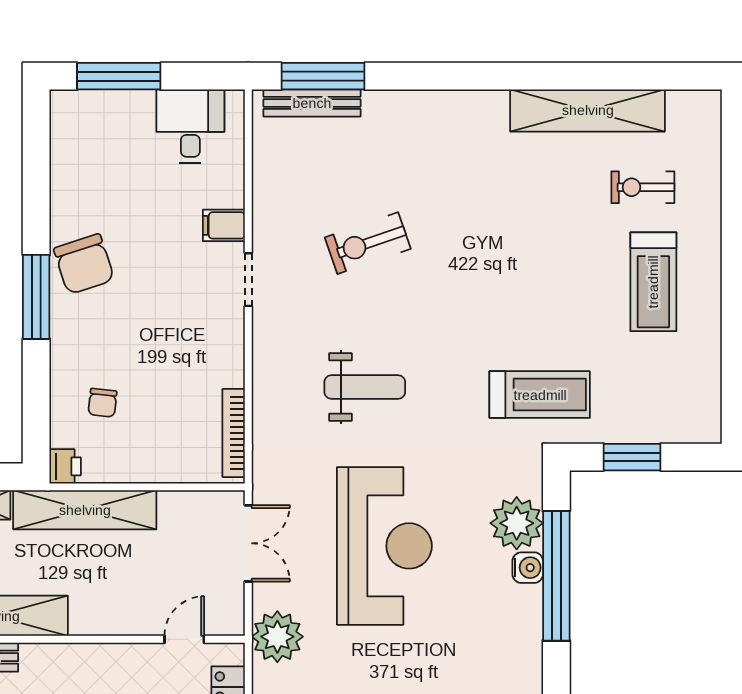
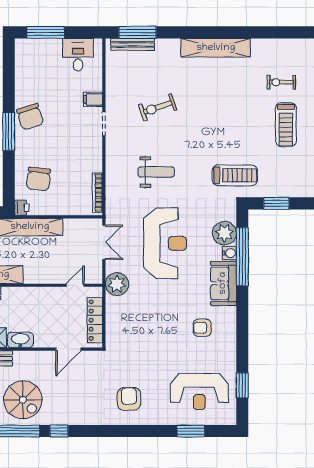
shelving: (588, 110) -> (216, 48), moved
chair: (102, 403) -> (38, 179), width x1.87, depth x1.87
sofa: (514, 635) -> (223, 283), added

